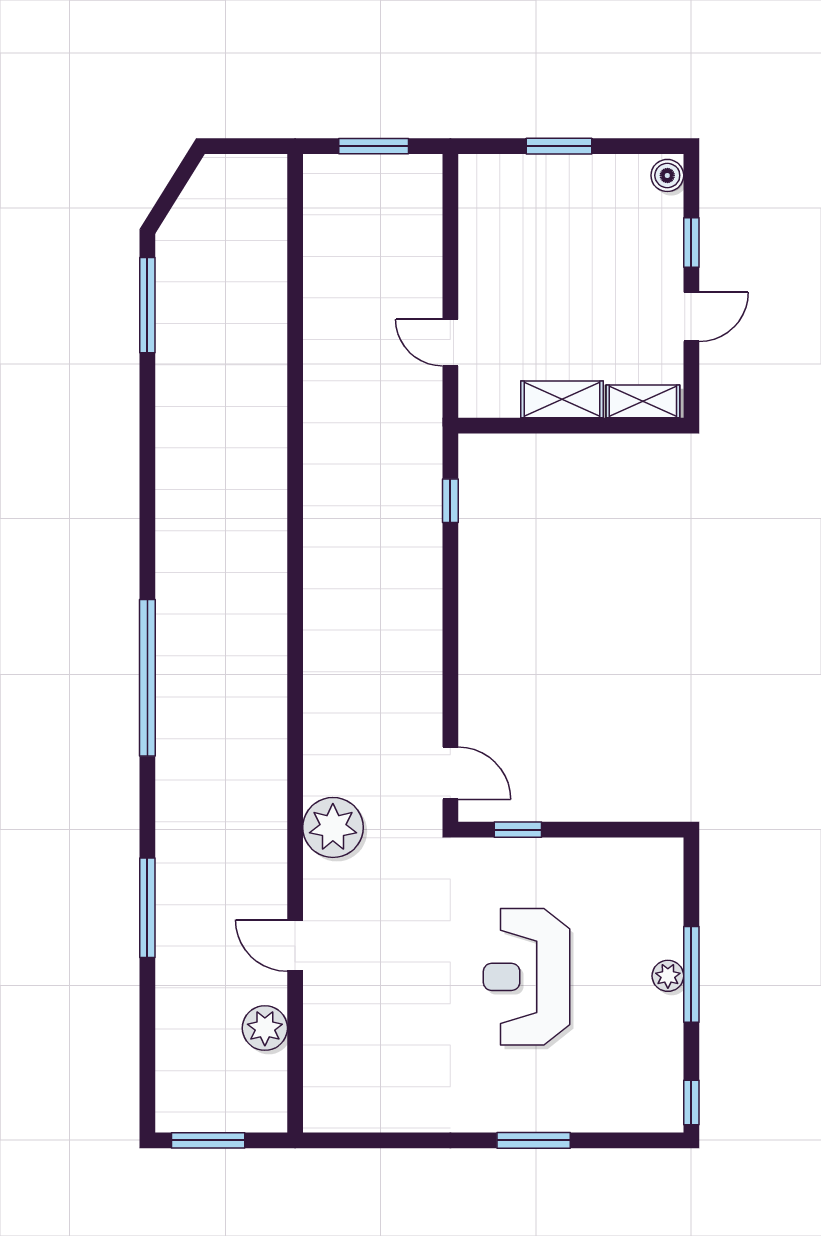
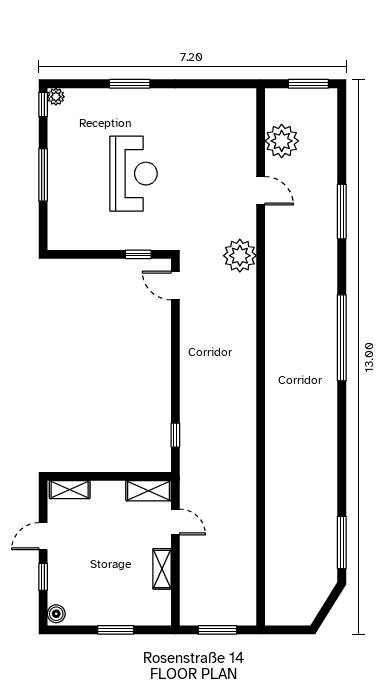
shelving: (475, 257) -> (162, 569), added
shelving: (562, 399) -> (148, 491), moved
plant: (668, 976) -> (56, 97), moved
plant: (265, 1028) -> (282, 141), width x1.36, depth x1.36

